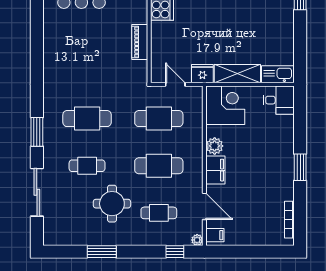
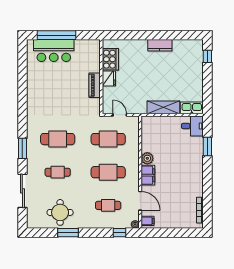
fridge: (202, 74) -> (109, 78), moved, turned 90
corner desk: (225, 105) -> (155, 130), removed
window: (300, 167) -> (207, 147), moved
round table: (112, 204) -> (60, 212), moved

